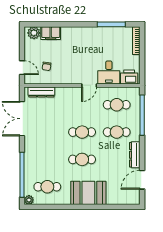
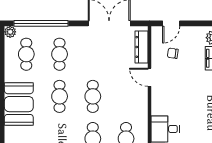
door: (89, 85) -> (149, 77), moved
cafe table: (47, 159) -> (60, 54), added

